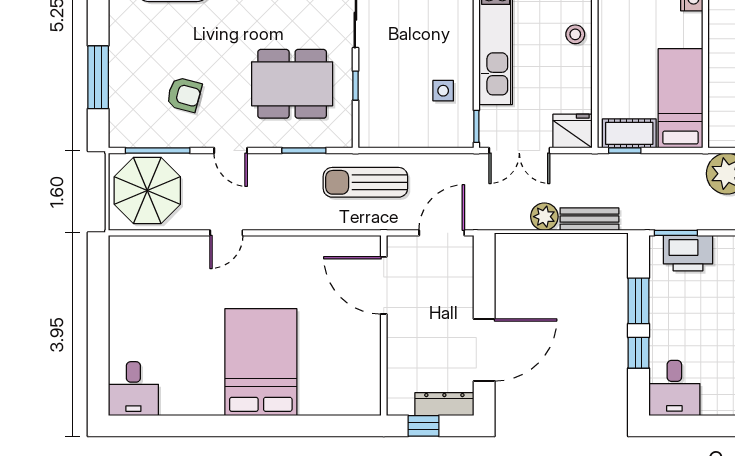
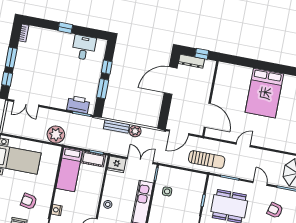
door: (226, 233) -> (243, 145), moved
desk: (674, 388) -> (84, 48), moved

